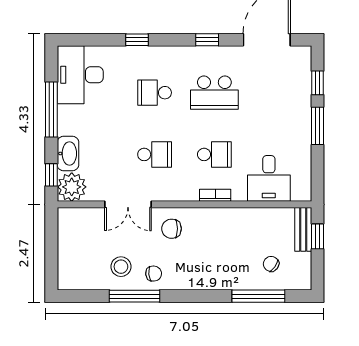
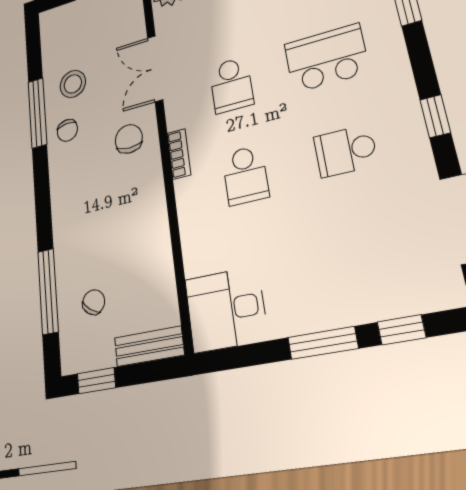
school desk: (155, 93) -> (326, 58), width x1.85
school desk: (214, 93) -> (345, 151), width x0.54
desk: (269, 178) -> (226, 309), moved
bookcase: (215, 195) -> (179, 154), moved
window: (318, 236) -> (96, 381), moved

